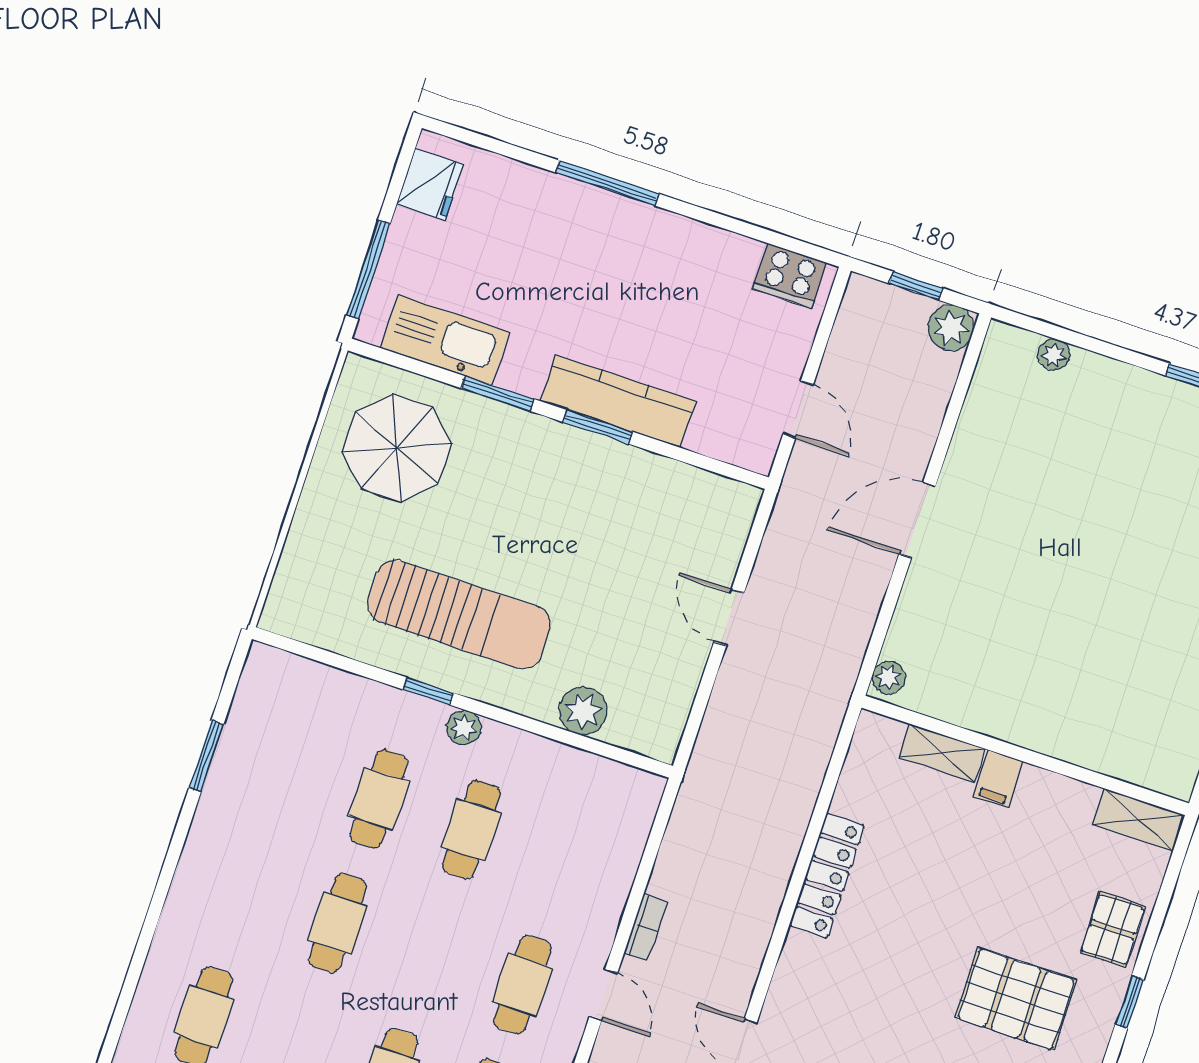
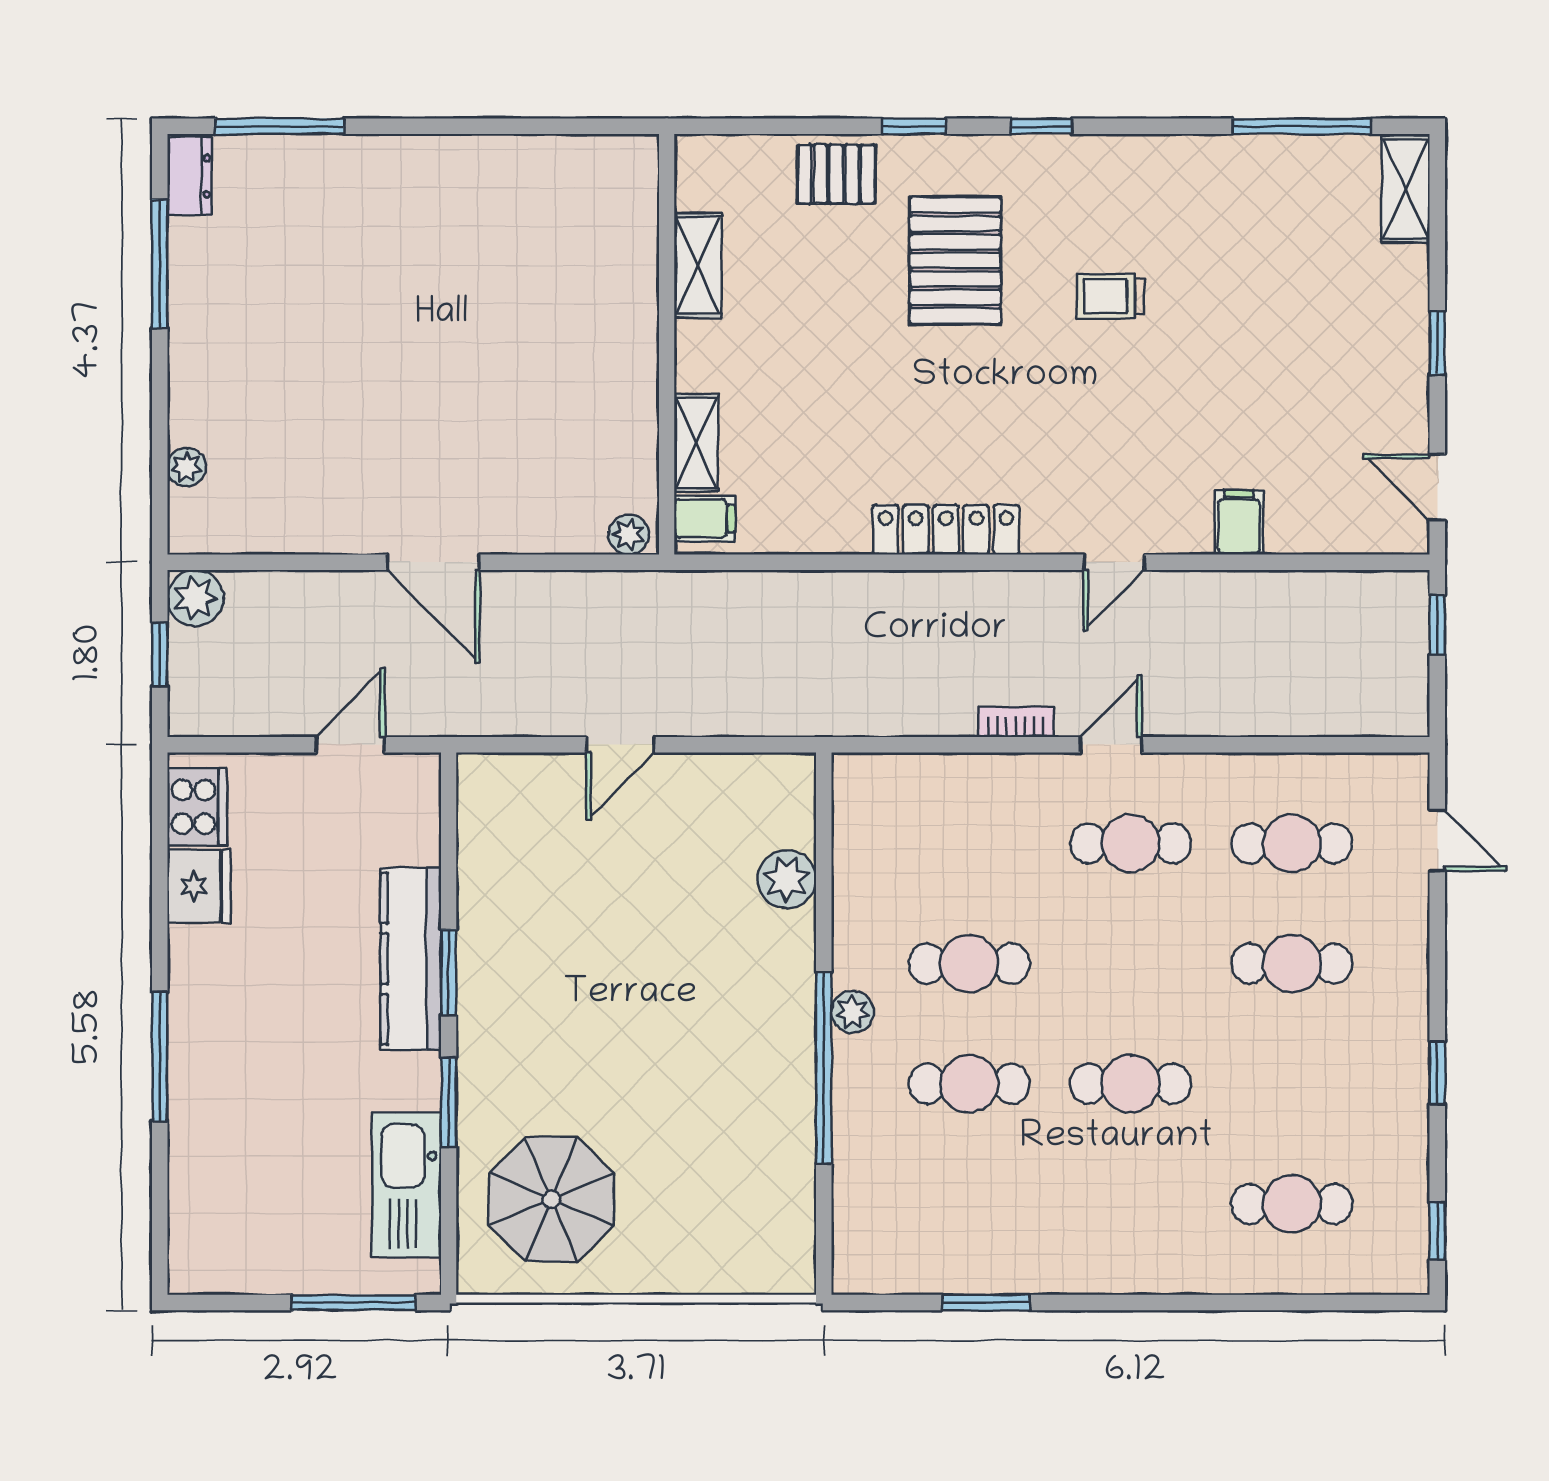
fridge: (430, 184) -> (199, 886), moved, turned 90
sun lounger: (459, 615) -> (722, 1062), removed
window: (428, 691) -> (824, 1068), width x3.17
filing cabinet: (998, 779) -> (705, 519), moved
shelving: (1139, 820) -> (698, 266), moved
locker: (827, 876) -> (946, 530), moved

